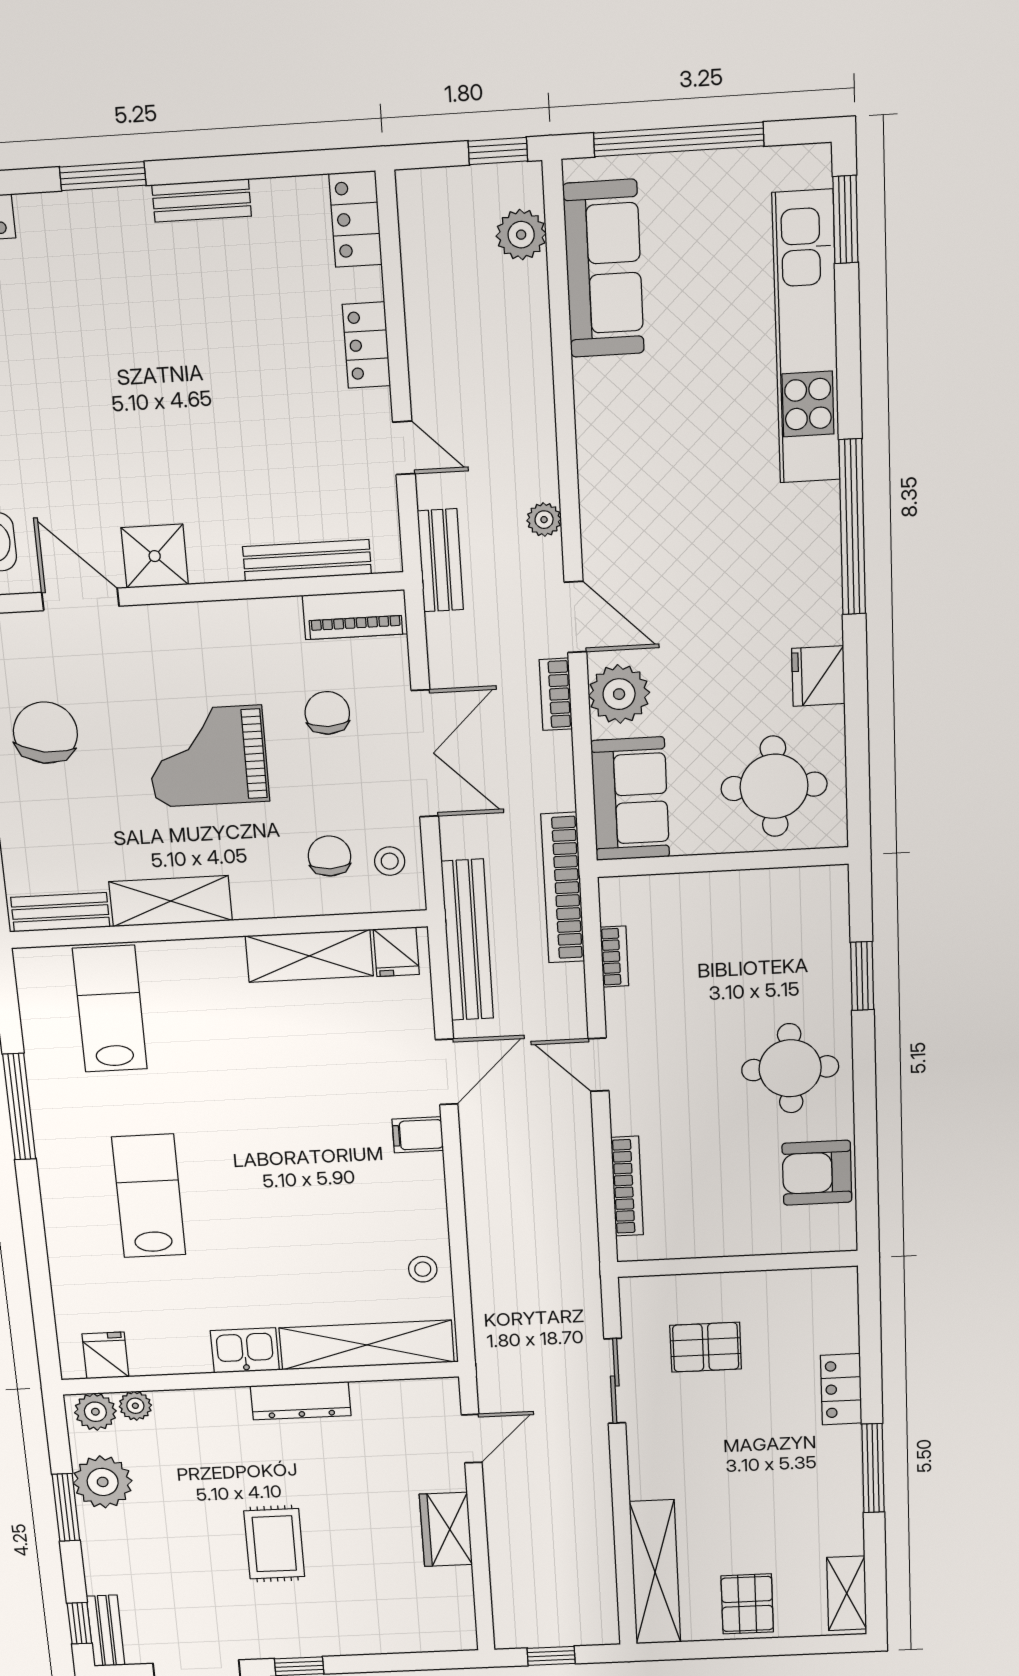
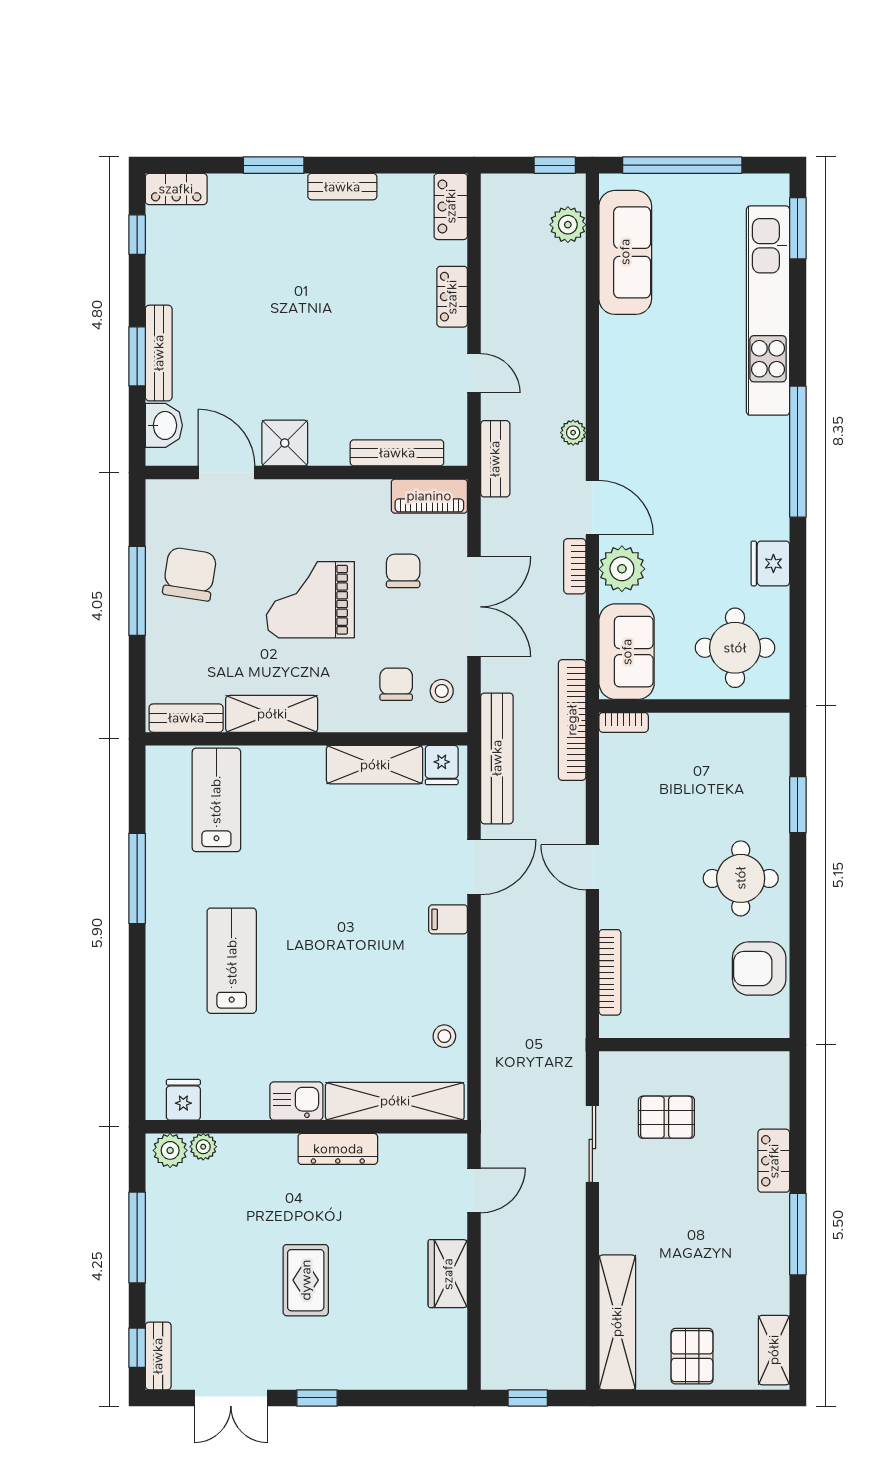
bookcase: (614, 957) -> (624, 722), moved, turned 90
plant: (103, 1482) -> (170, 1215), removed
window: (66, 1507) -> (137, 1238), width x1.44

